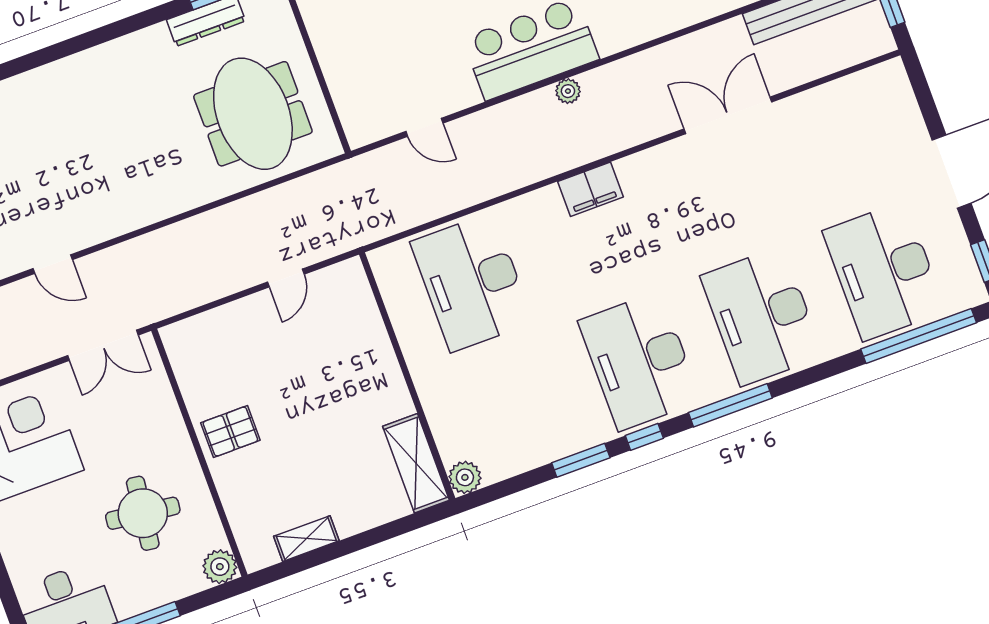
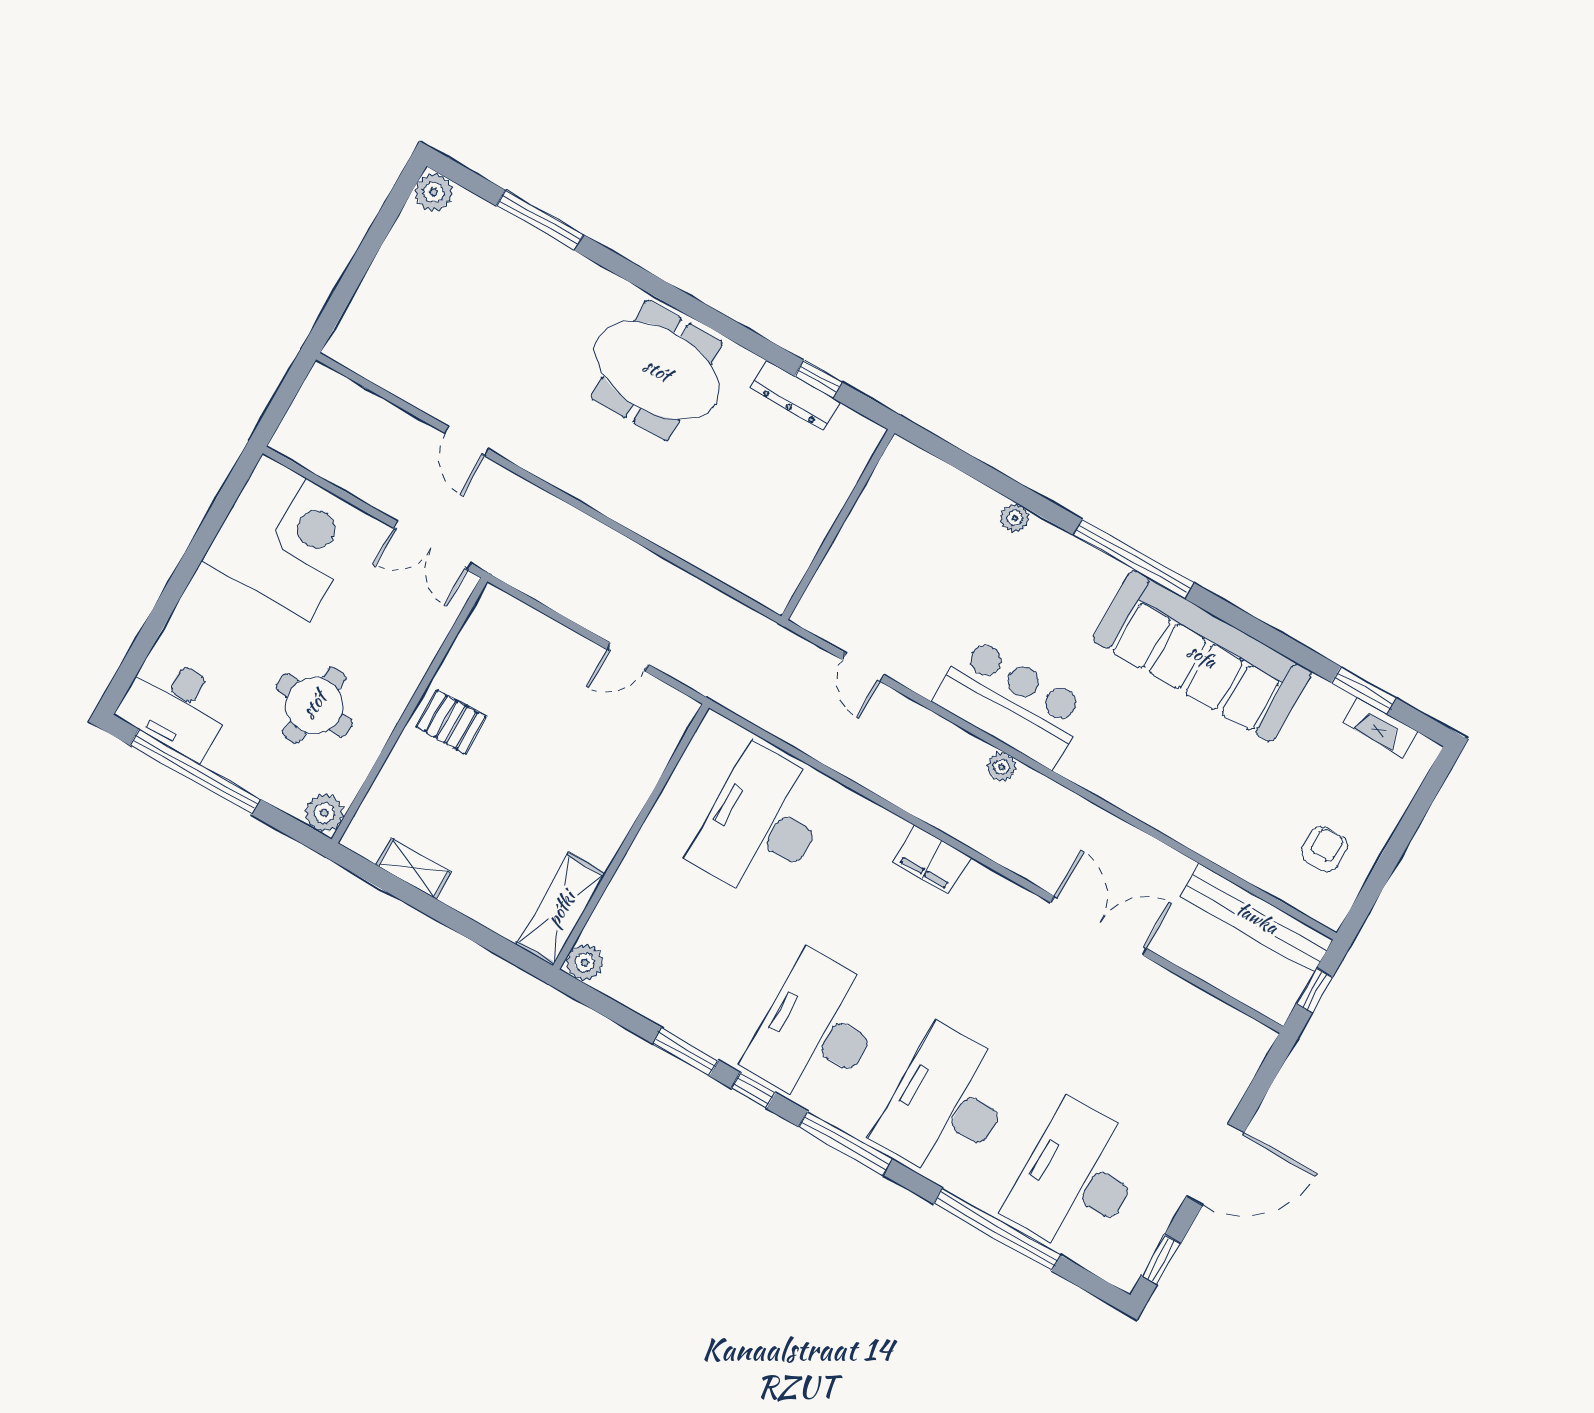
meeting table: (253, 114) -> (657, 370), moved, turned 90
window: (919, 336) -> (997, 1229), moved

